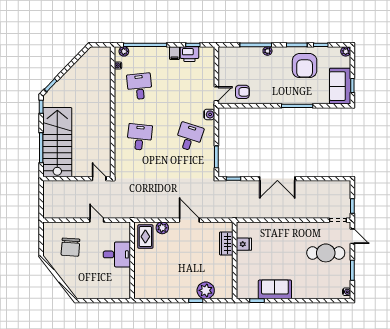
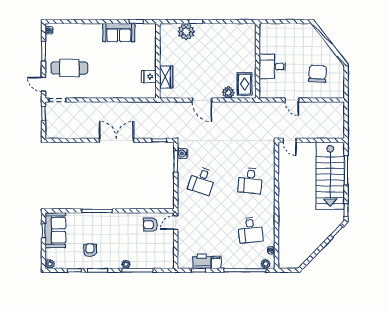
armchair: (305, 66) -> (90, 250), width x0.53, depth x0.53
water cooler: (209, 114) -> (183, 154), moved

